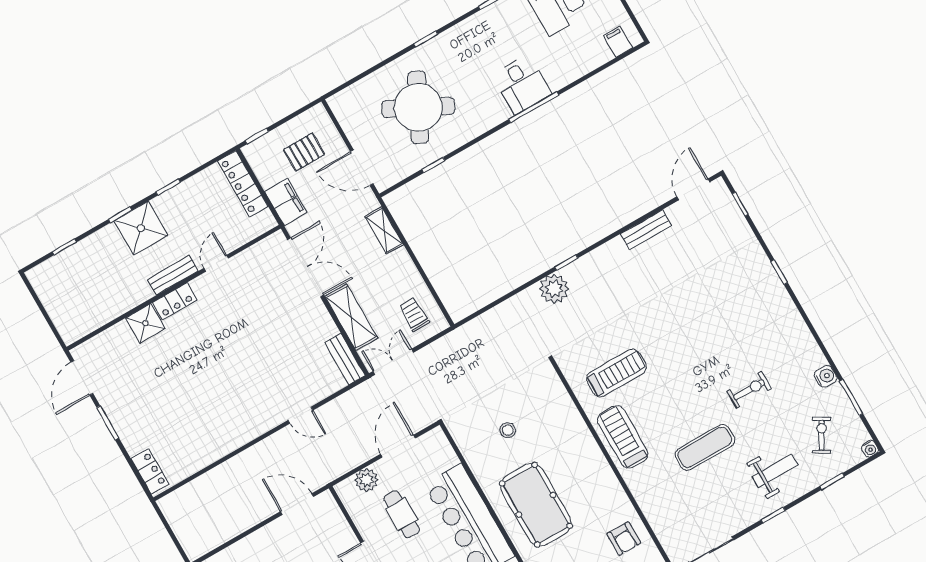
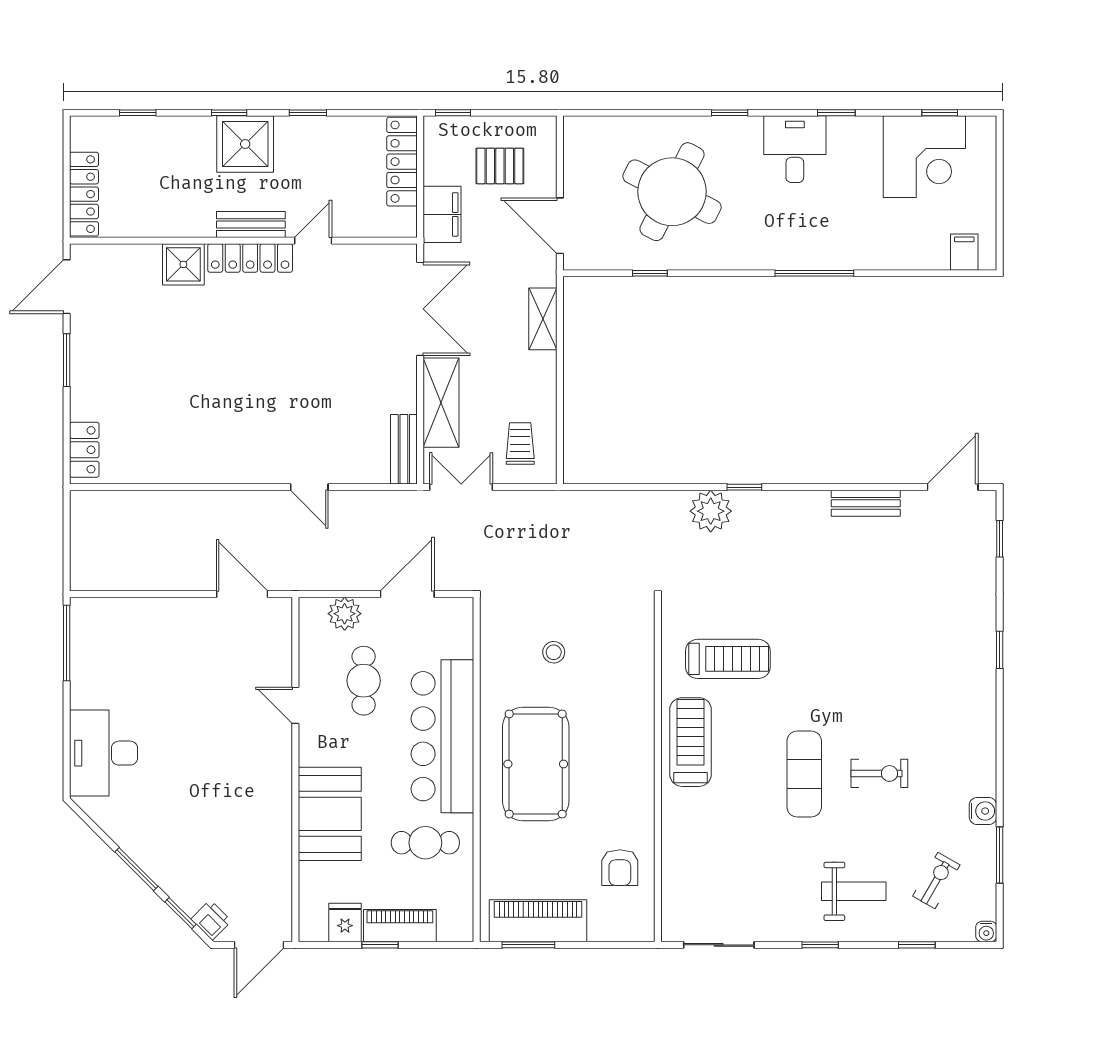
desk: (522, 84) -> (795, 149), moved, turned 180
locker: (175, 301) -> (250, 258), width x1.53
locker: (60, 315) -> (84, 194), added
exercise mat: (705, 447) -> (804, 774), moved, turned 90

